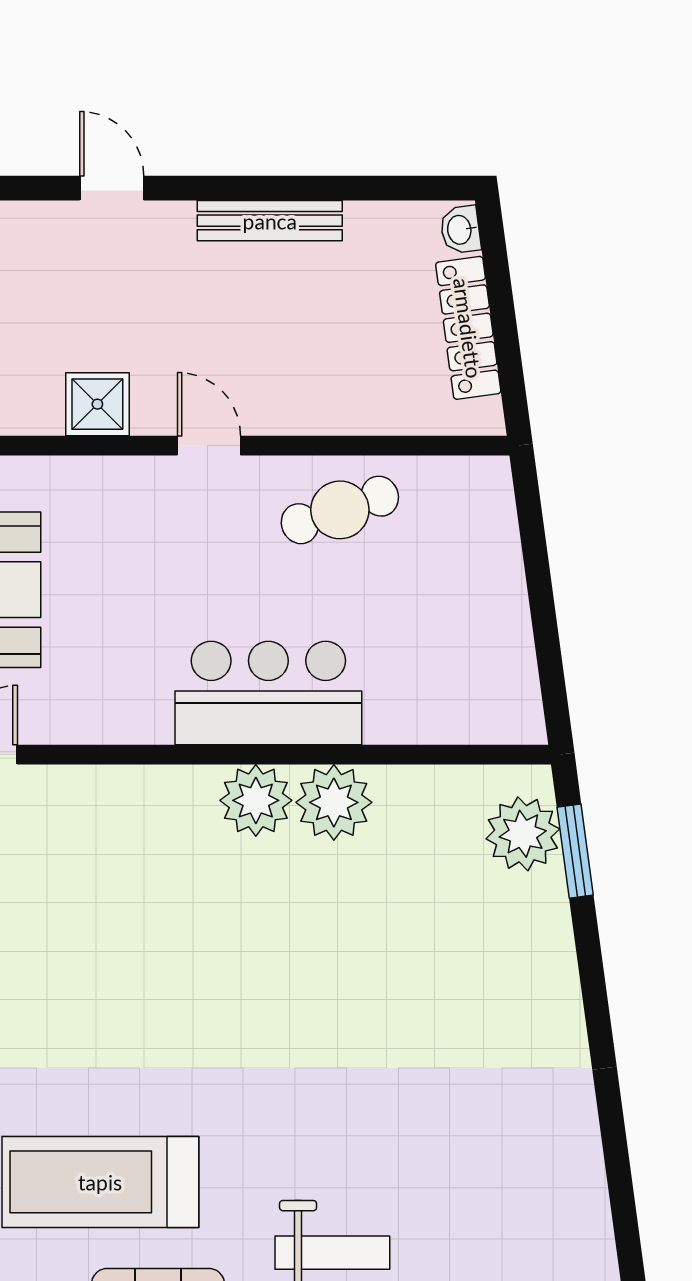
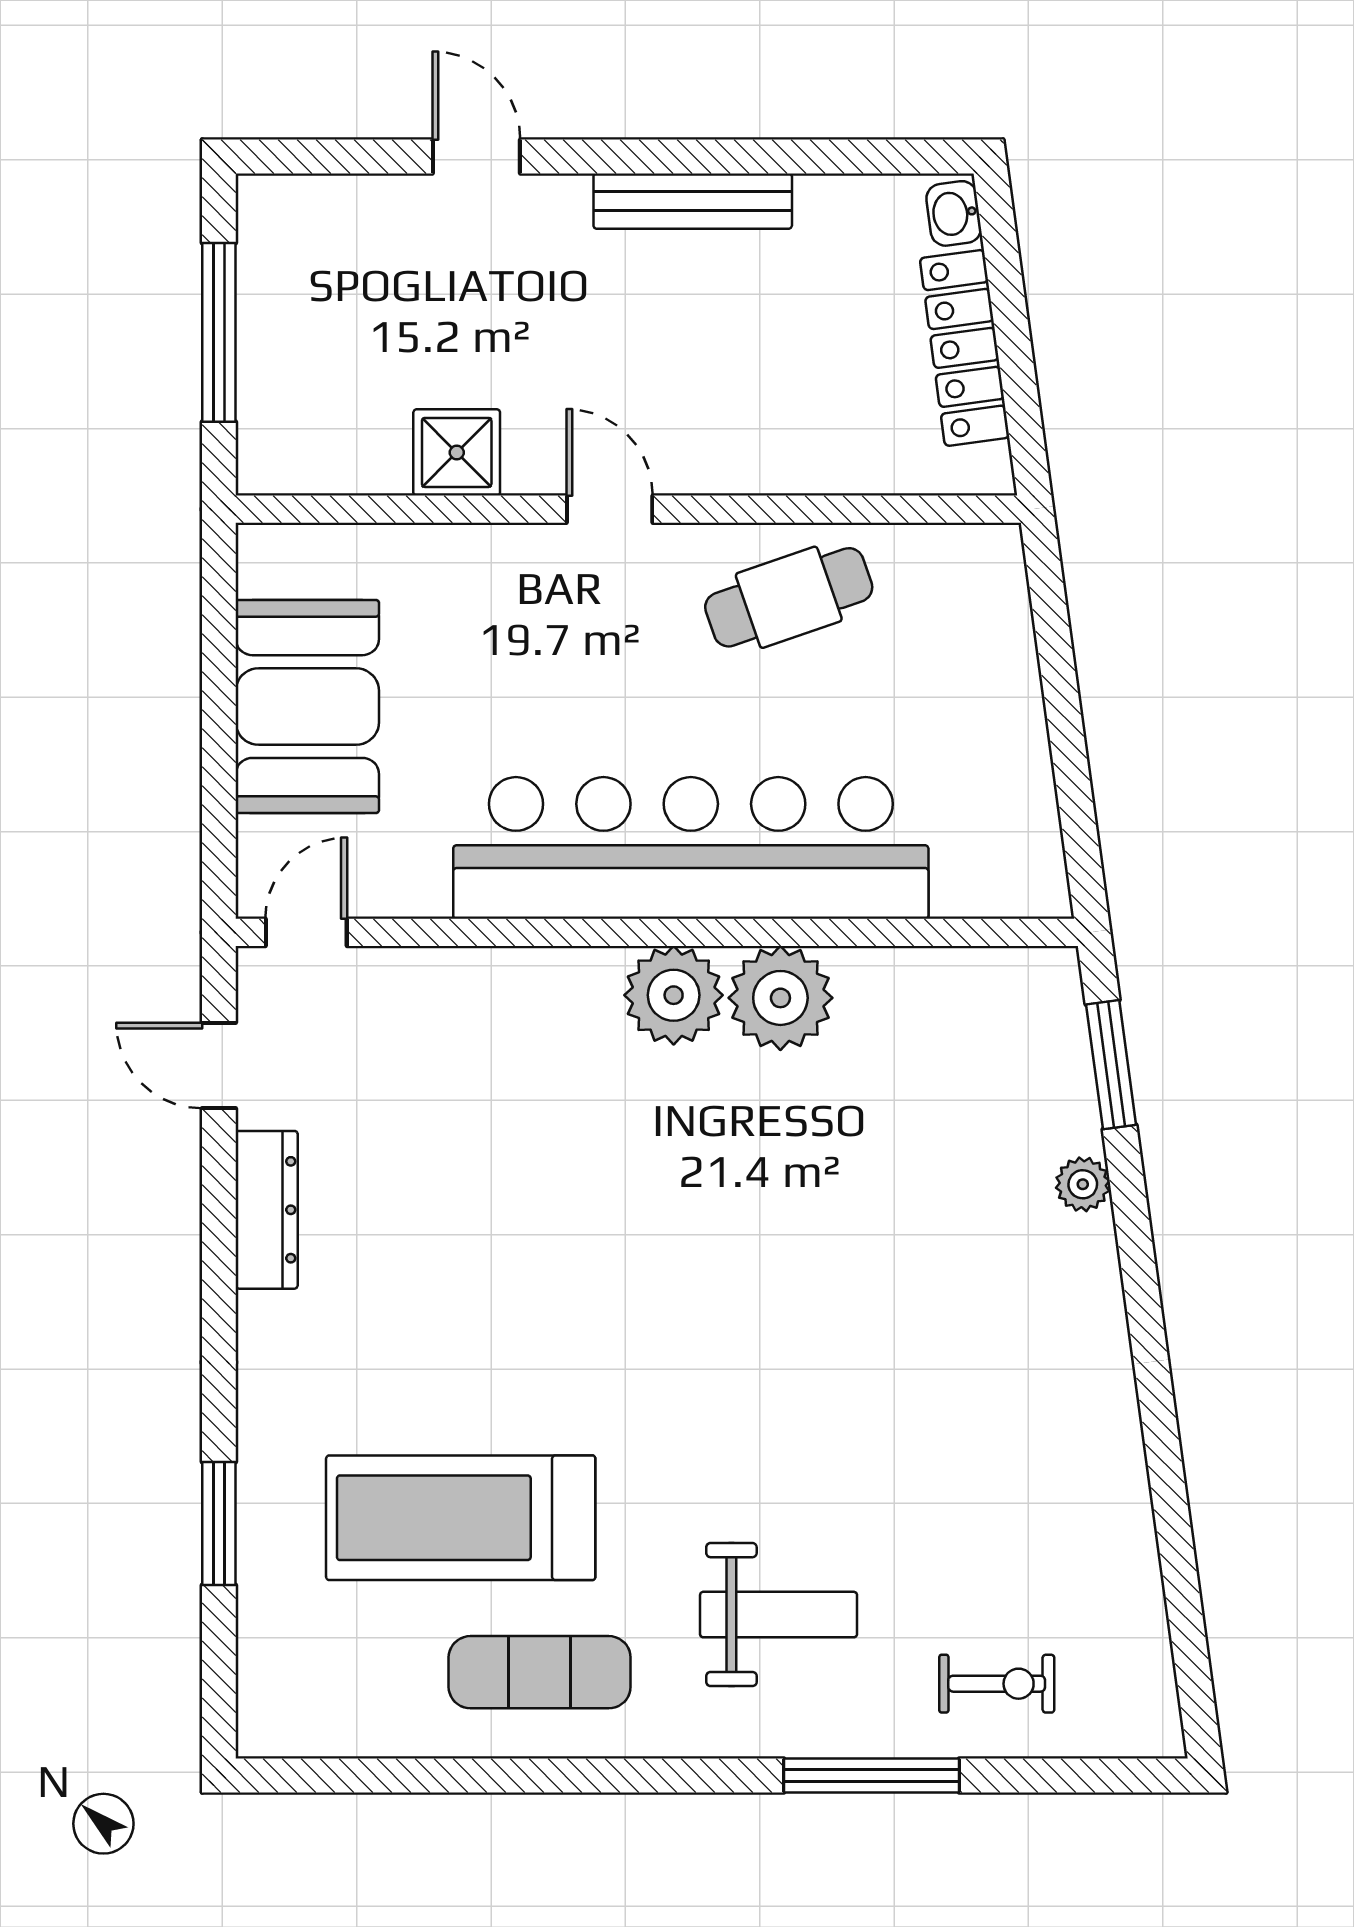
bar counter: (268, 693) -> (691, 848), width x1.86
plant: (523, 834) -> (1083, 1184), moved, width x0.53, depth x0.53

